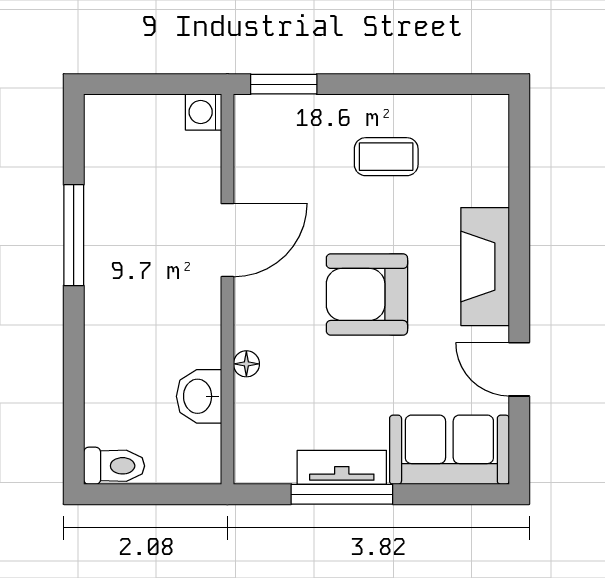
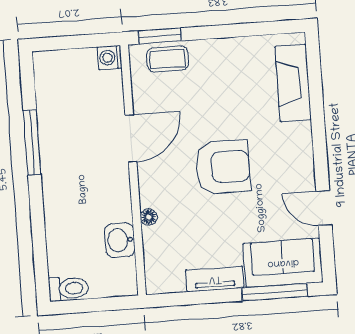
coffee table: (386, 157) -> (168, 59), moved
fireplace: (485, 267) -> (293, 83), moved
armchair: (367, 294) -> (223, 167), turned 180
window: (342, 494) -> (275, 292), moved

